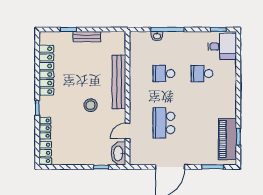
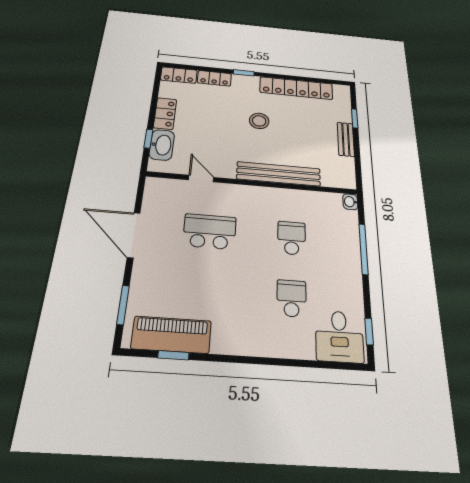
washbasin: (157, 36) -> (350, 202), moved
stool: (91, 105) -> (259, 121), moved
washbasin: (119, 153) -> (162, 145), moved, turned 90
locker: (80, 159) -> (165, 114), added

